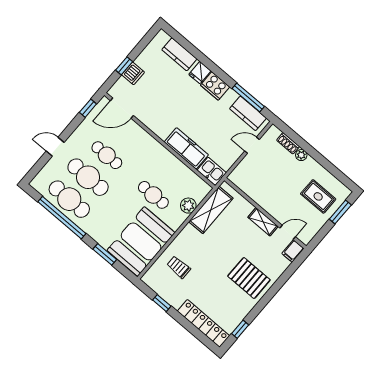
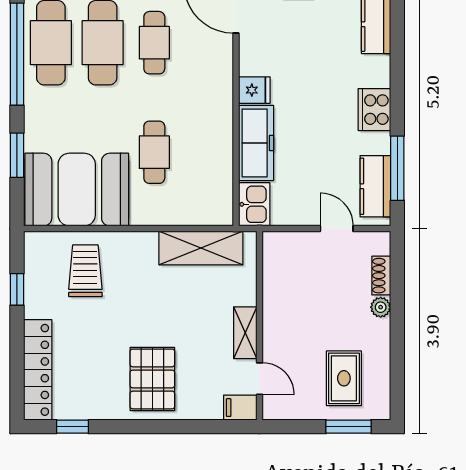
fridge: (200, 73) -> (254, 90), moved, turned 180
plant: (188, 206) -> (181, 212), removed
trolley: (179, 267) -> (85, 271), width x1.36, depth x1.39

